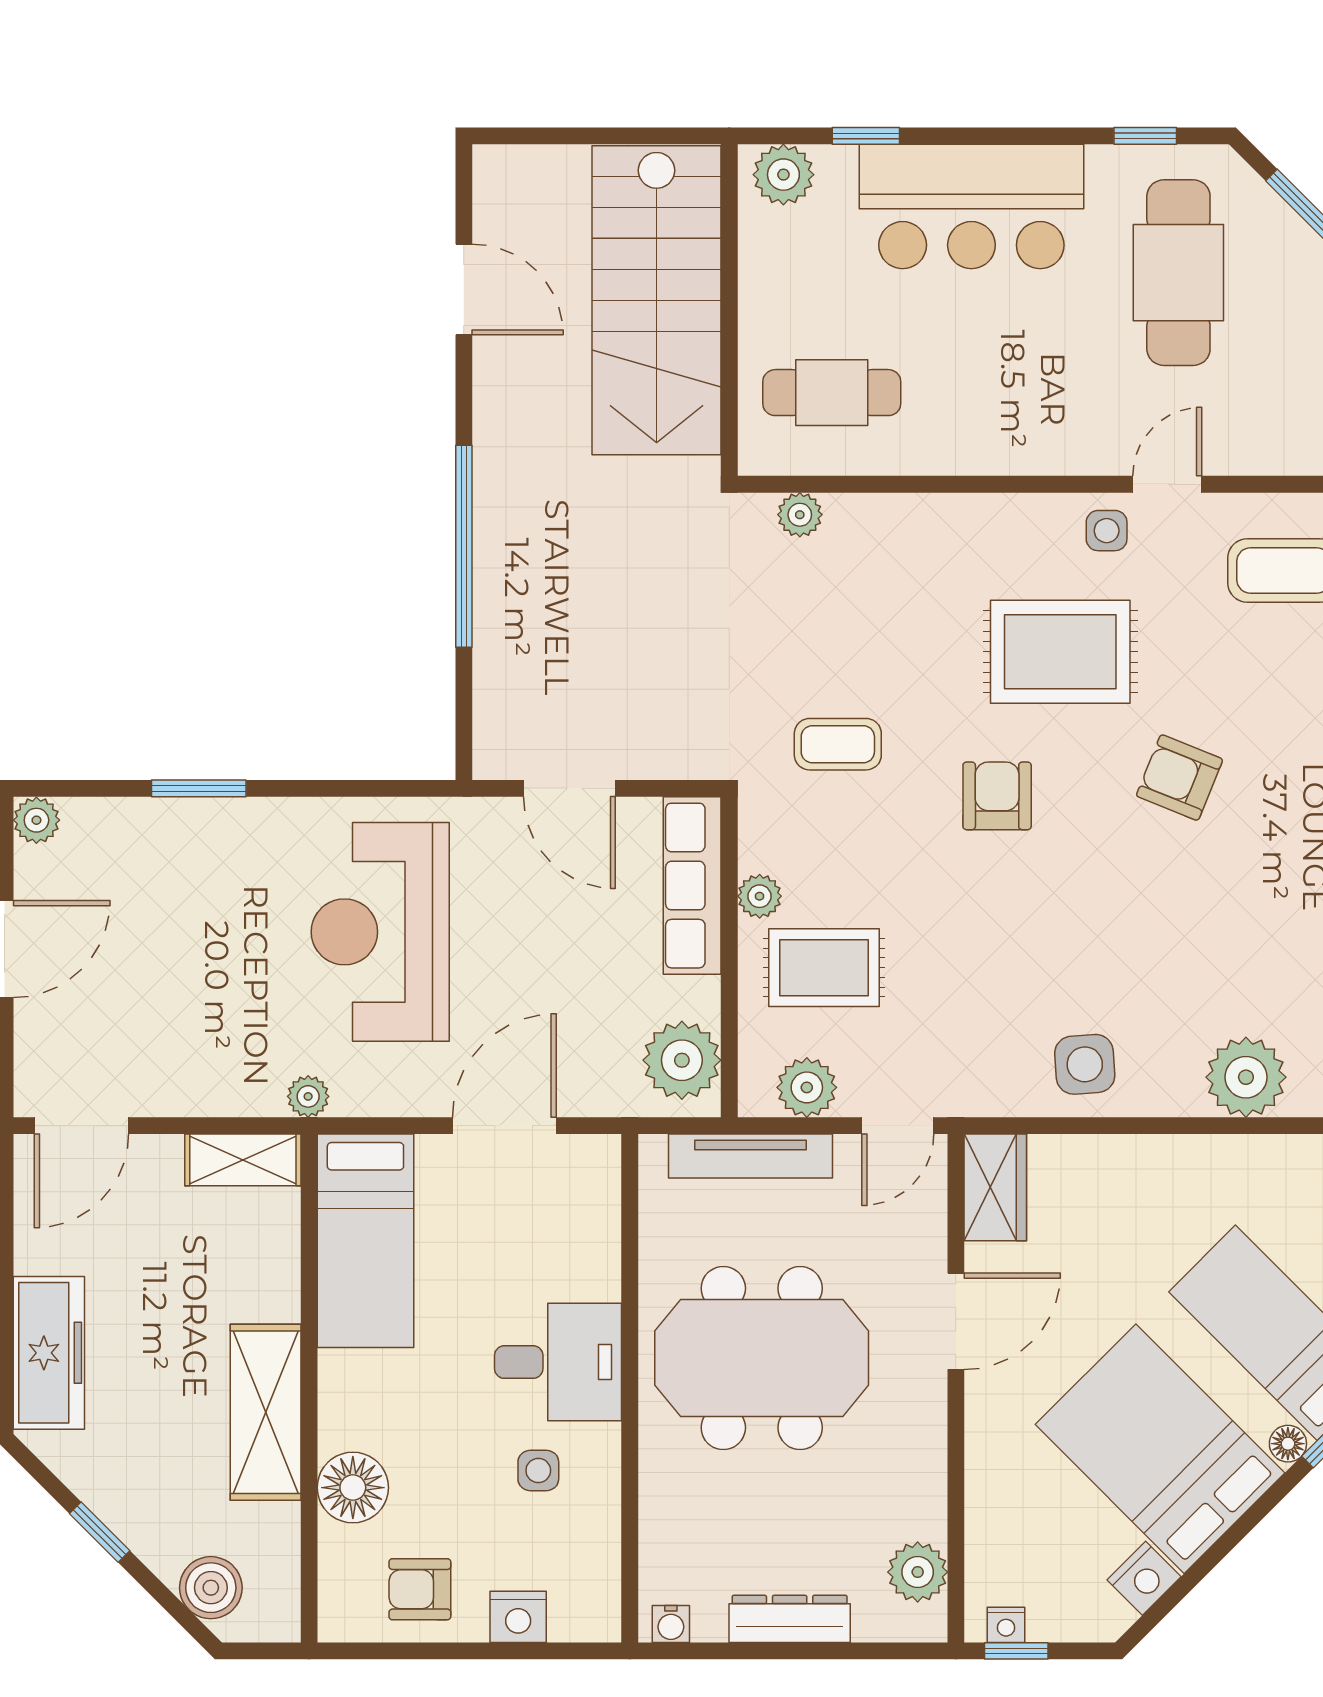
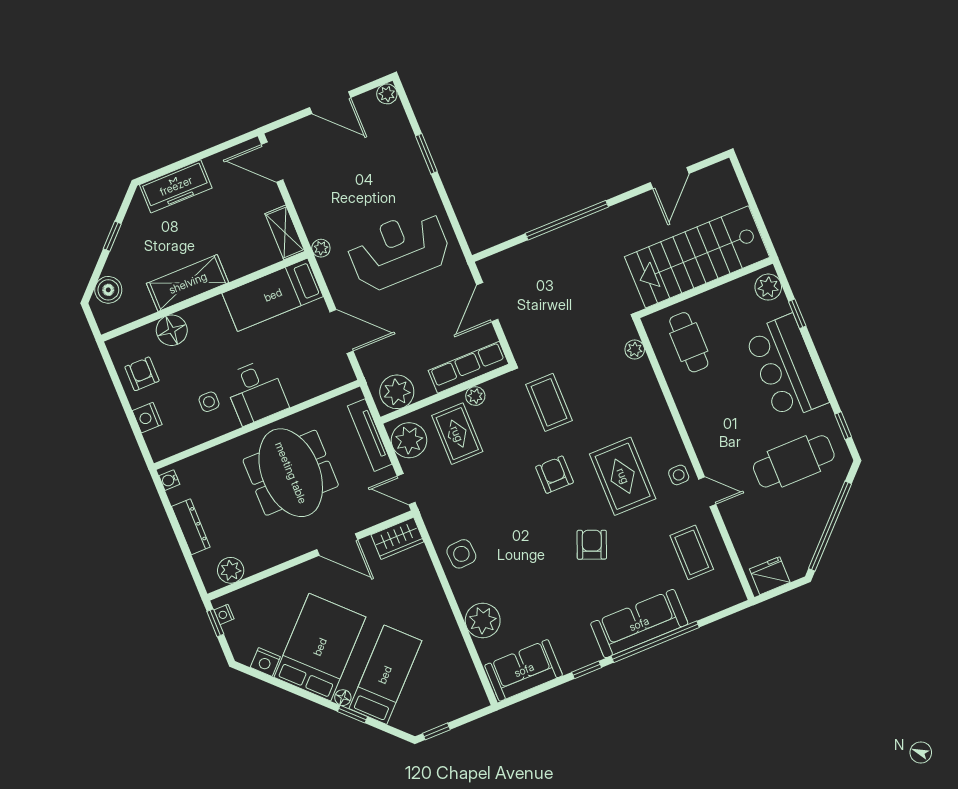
coffee table: (838, 744) -> (549, 402), width x1.36, depth x1.30
armchair: (997, 796) -> (554, 475), turned -90
plant: (807, 1087) -> (409, 440), width x1.36, depth x1.36

